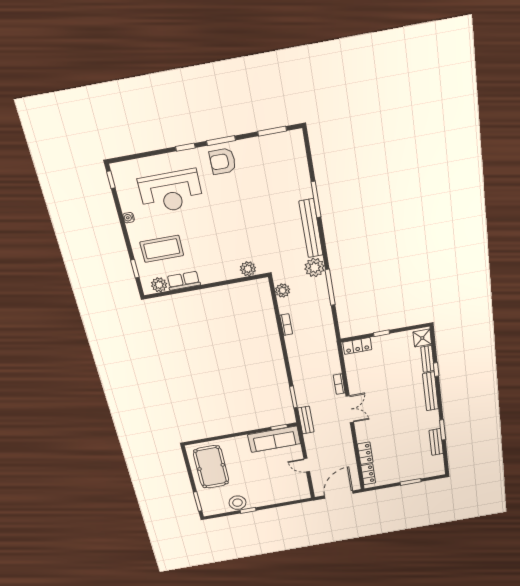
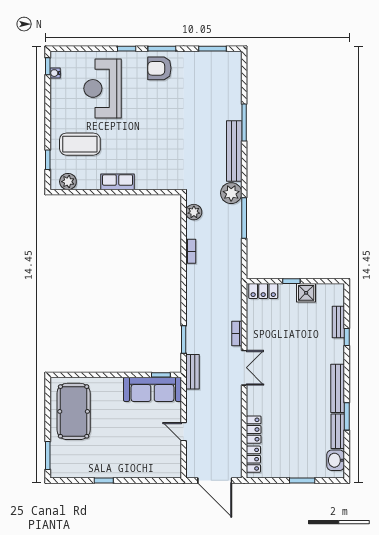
reception desk: (171, 192) -> (103, 88), turned 90
water cooler: (129, 218) -> (55, 73), moved
plant: (248, 269) -> (163, 182), removed
row of seats: (184, 281) -> (118, 182), moved
shower: (422, 338) -> (306, 293), moved
bench: (430, 391) -> (338, 388), moved
washbasin: (437, 463) -> (336, 460), added
door: (339, 495) -> (215, 480), swing flipped
stool: (237, 503) -> (94, 467), removed

